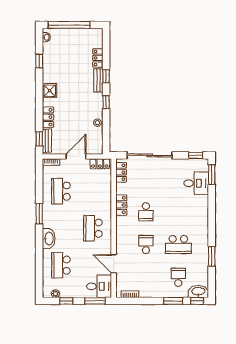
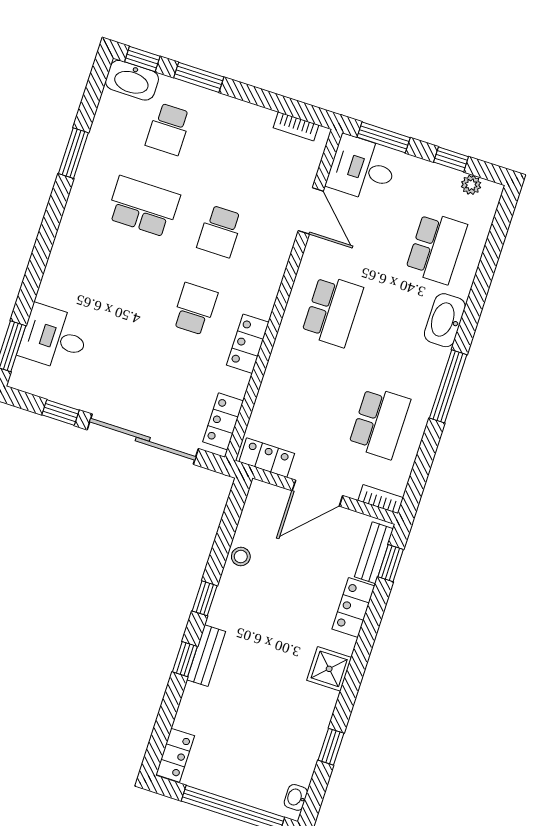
locker: (98, 58) -> (175, 755), moved
window: (196, 155) -> (61, 412), moved
window: (39, 214) -> (448, 386), width x1.44

